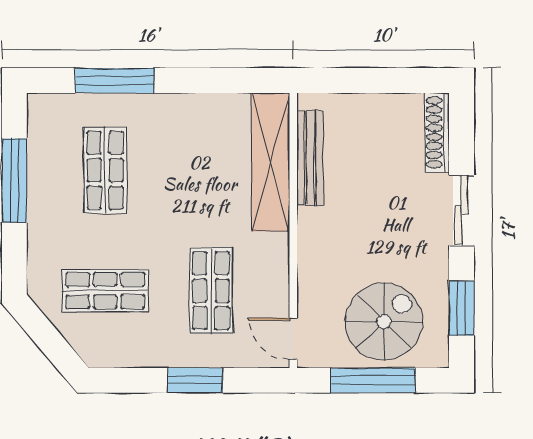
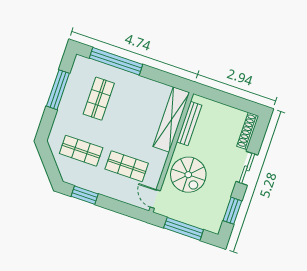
window: (115, 81) -> (116, 61), width x1.46
shop shelf: (211, 291) -> (127, 166), turned 90
spiral stairs: (384, 322) -> (188, 175), moved, turned 90
window: (195, 380) -> (85, 195), moved

